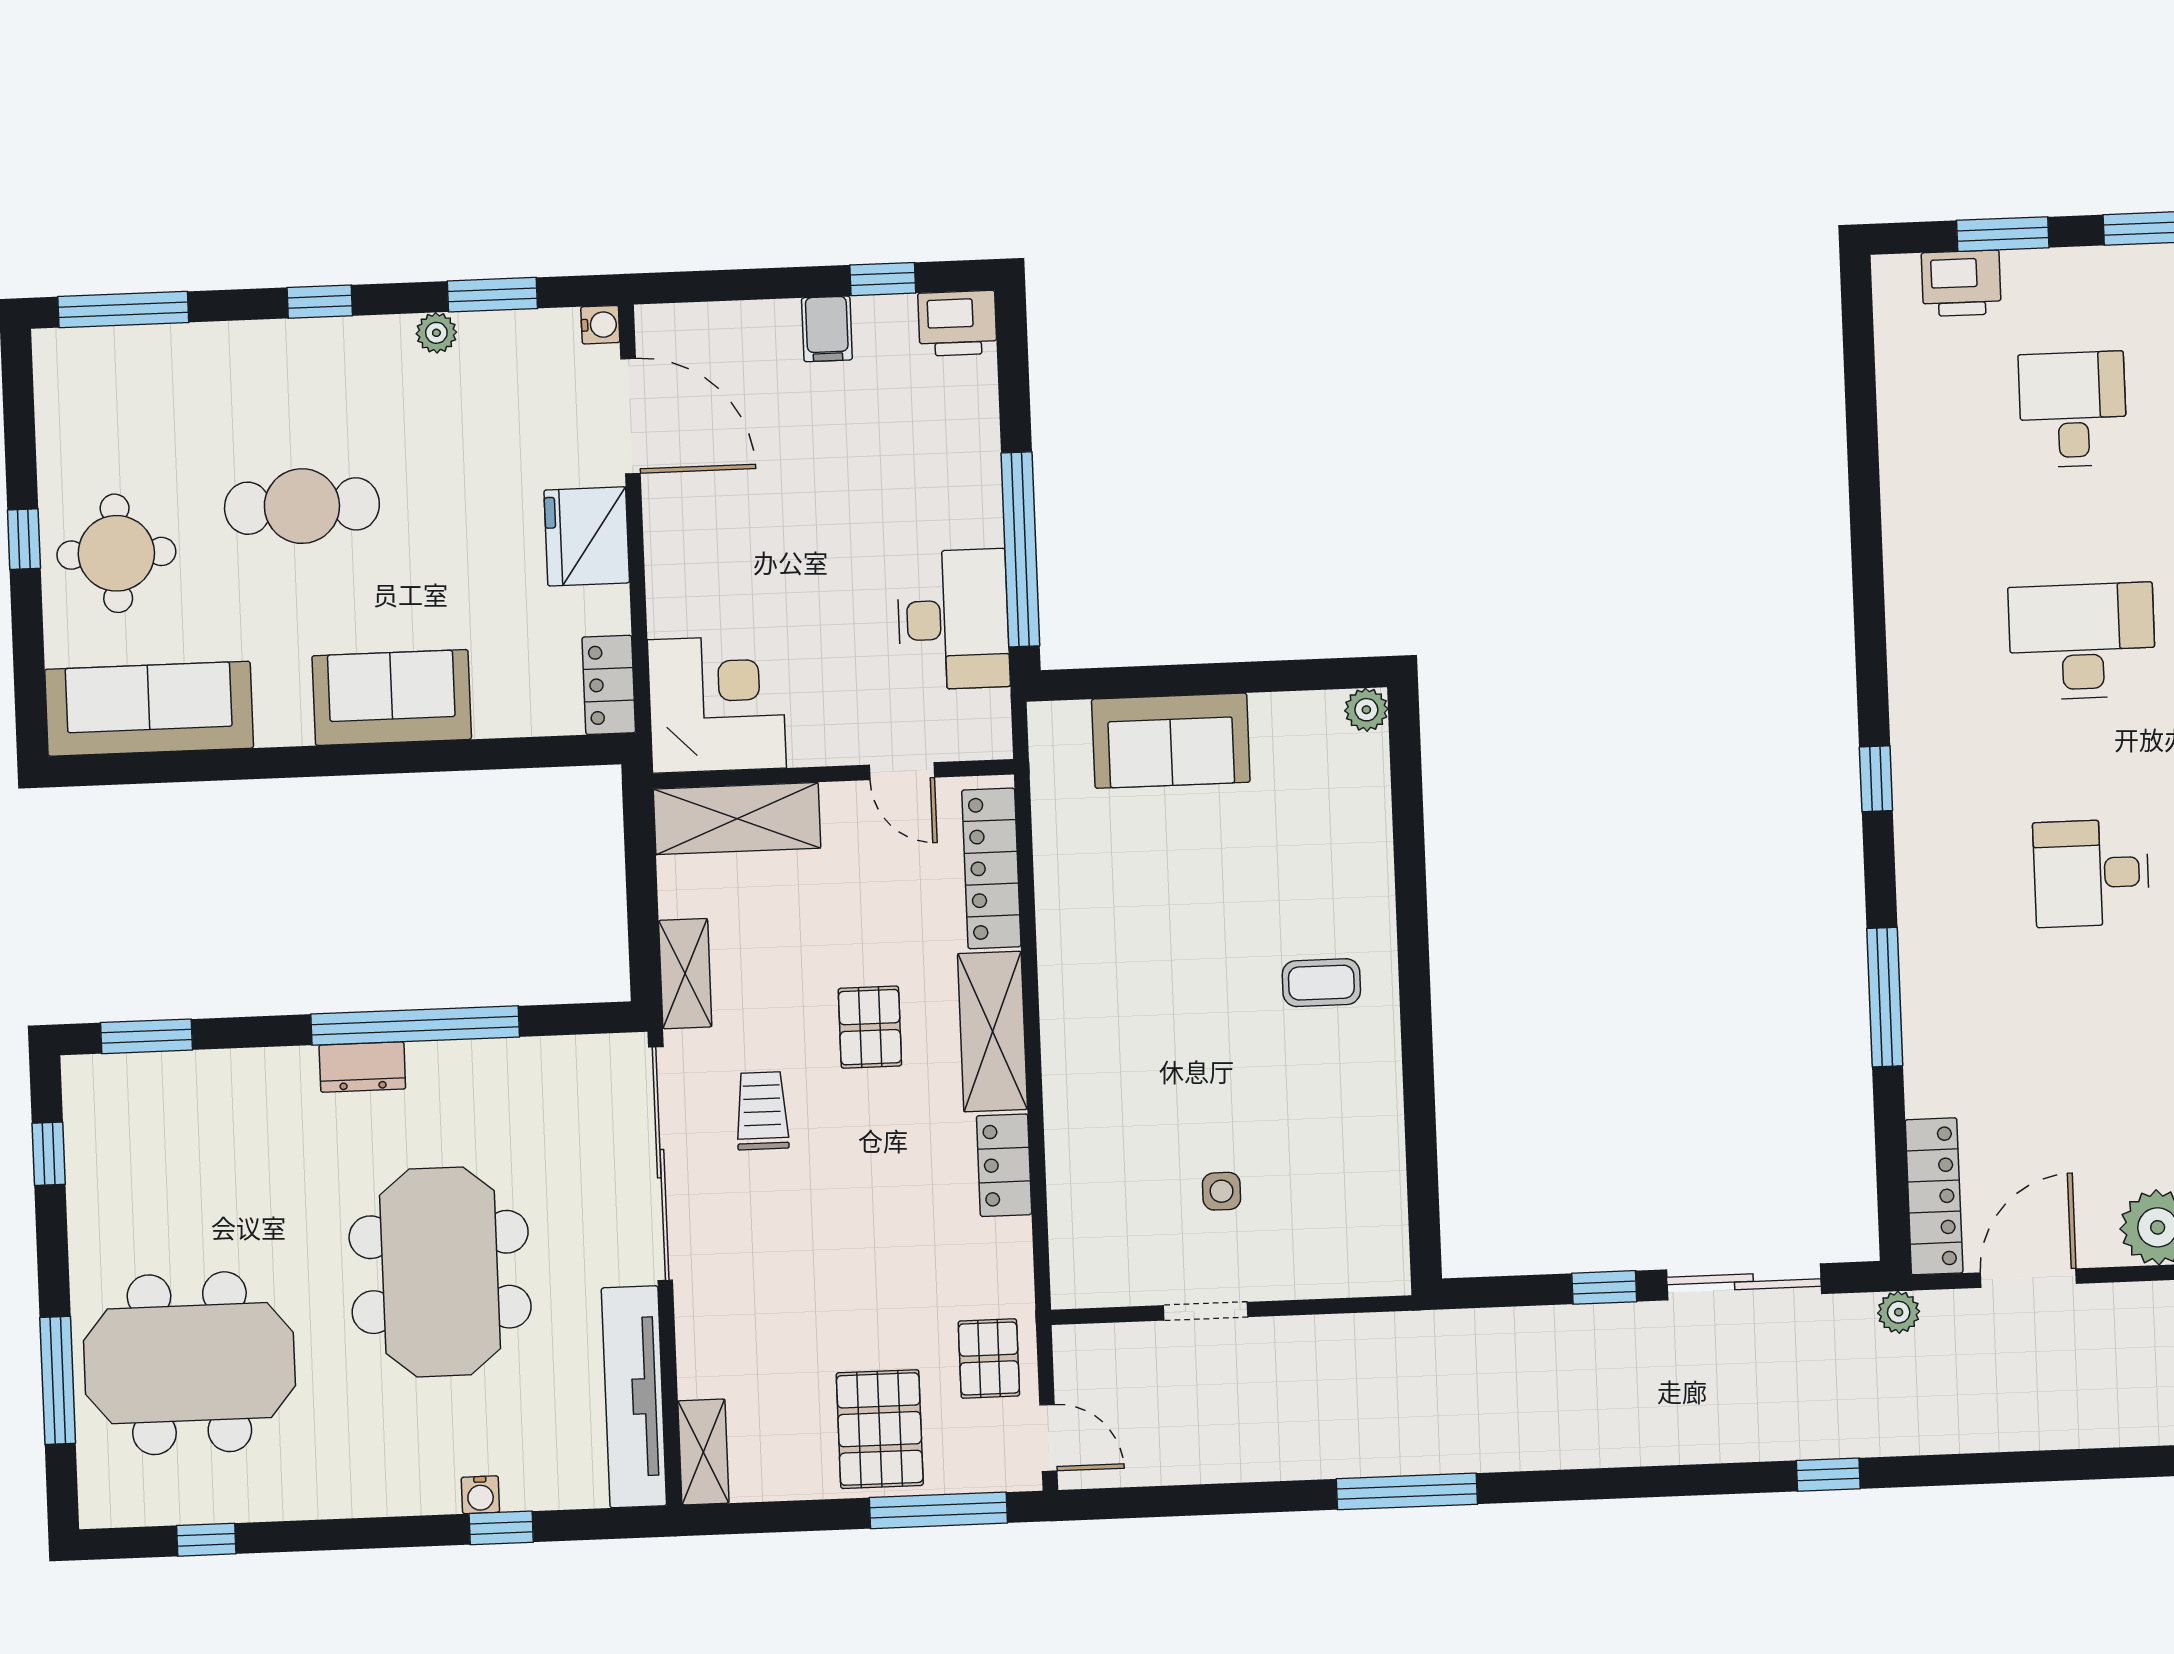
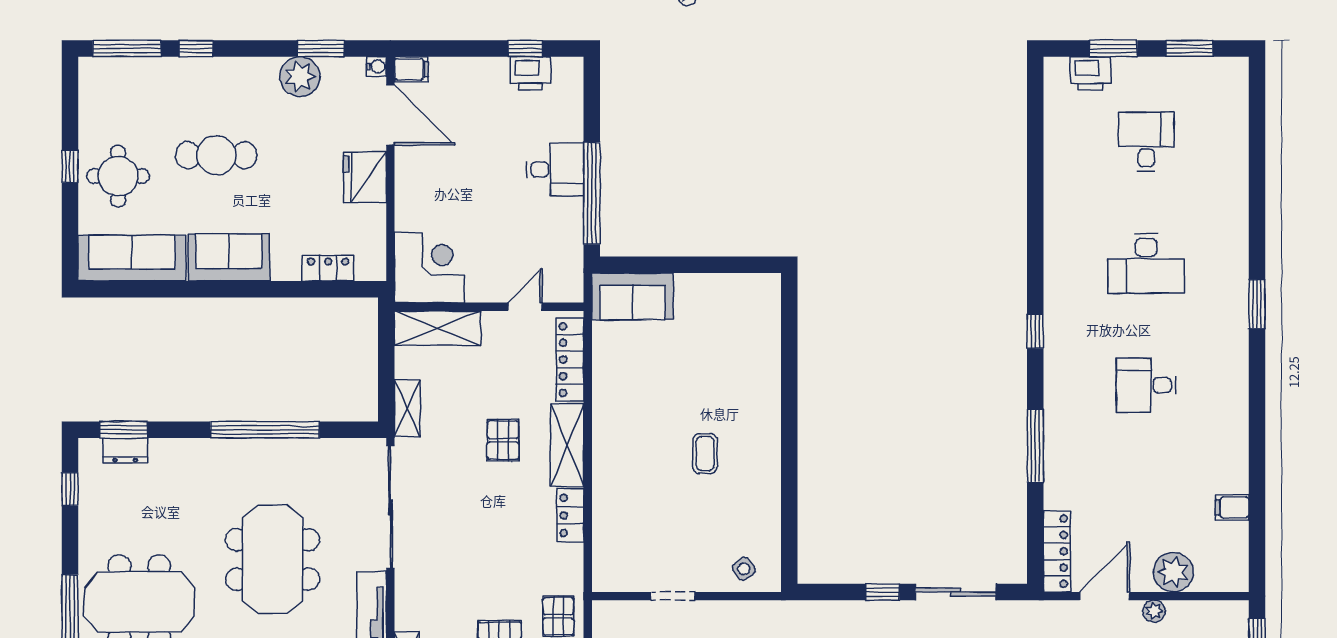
window: (320, 302) -> (196, 49), moved
printer: (957, 323) -> (530, 73), moved
filing cabinet: (827, 329) -> (411, 69), moved, turned -90
plant: (436, 333) -> (300, 77), width x1.88, depth x1.88
desk: (953, 619) -> (555, 169), moved, width x0.73
desk: (2082, 641) -> (1146, 263), turned 180
locker: (609, 685) -> (328, 268), moved, turned 90
sofa: (392, 698) -> (229, 257), moved
plant: (1366, 710) -> (770, 284), removed
sofa: (1171, 741) -> (632, 296), moved
door: (902, 771) -> (525, 307), swing flipped
coffee table: (1321, 983) -> (705, 453), moved, turned 90
dresser: (362, 1067) -> (125, 450), moved
trolley: (762, 1111) -> (445, 482), removed
side table: (1222, 1191) -> (744, 569), moved, turned -36
plant: (1899, 1312) -> (1154, 611), moved

